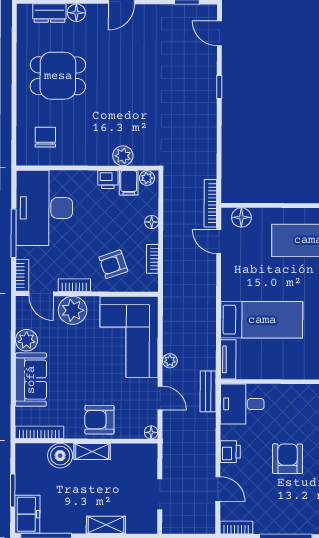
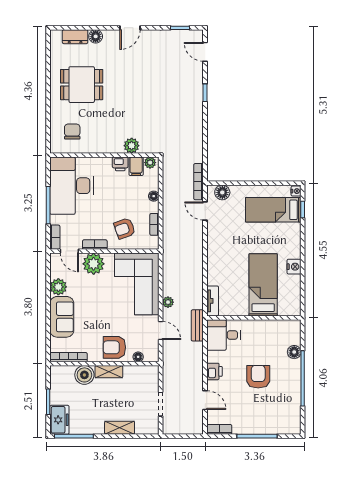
bed: (262, 320) -> (263, 285), moved, turned -90
floor lamp: (151, 432) -> (138, 357), moved

